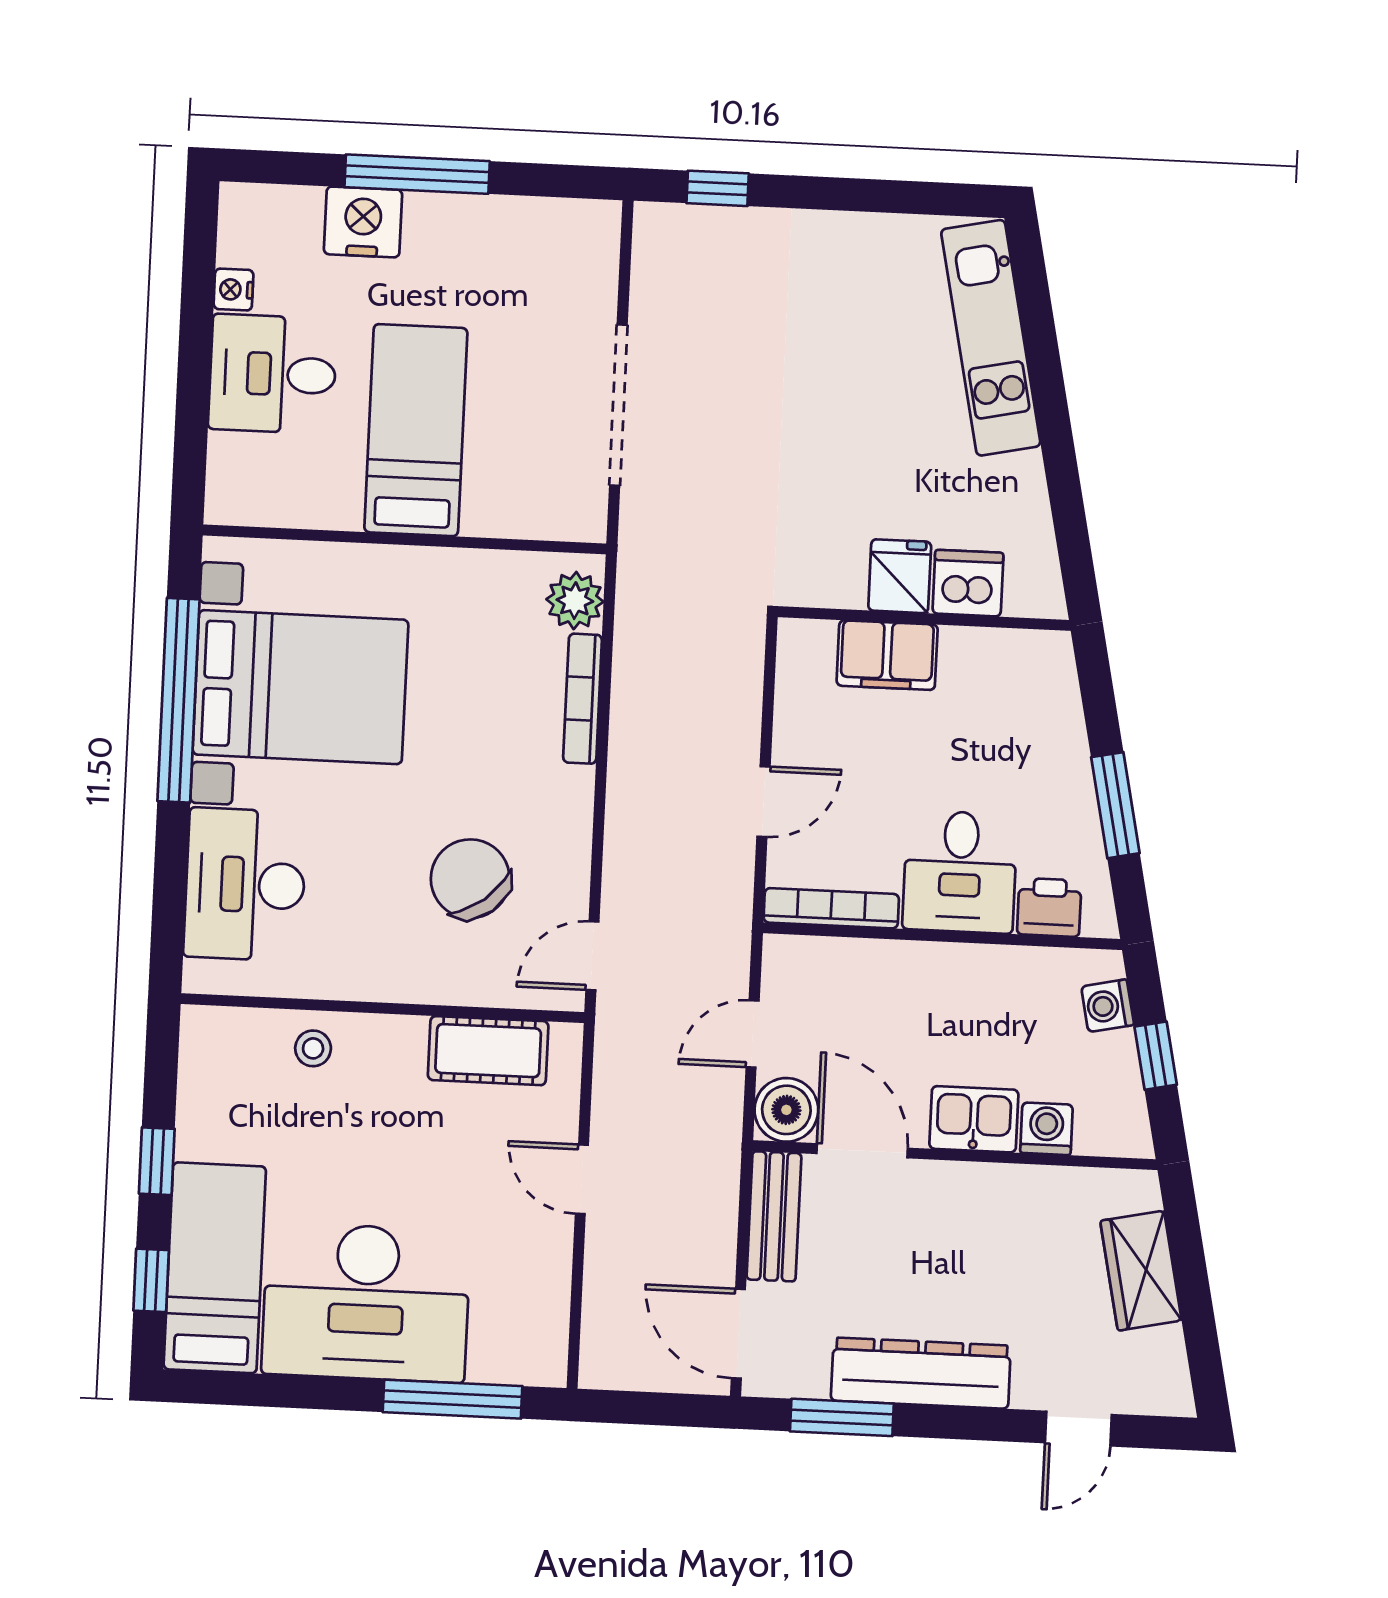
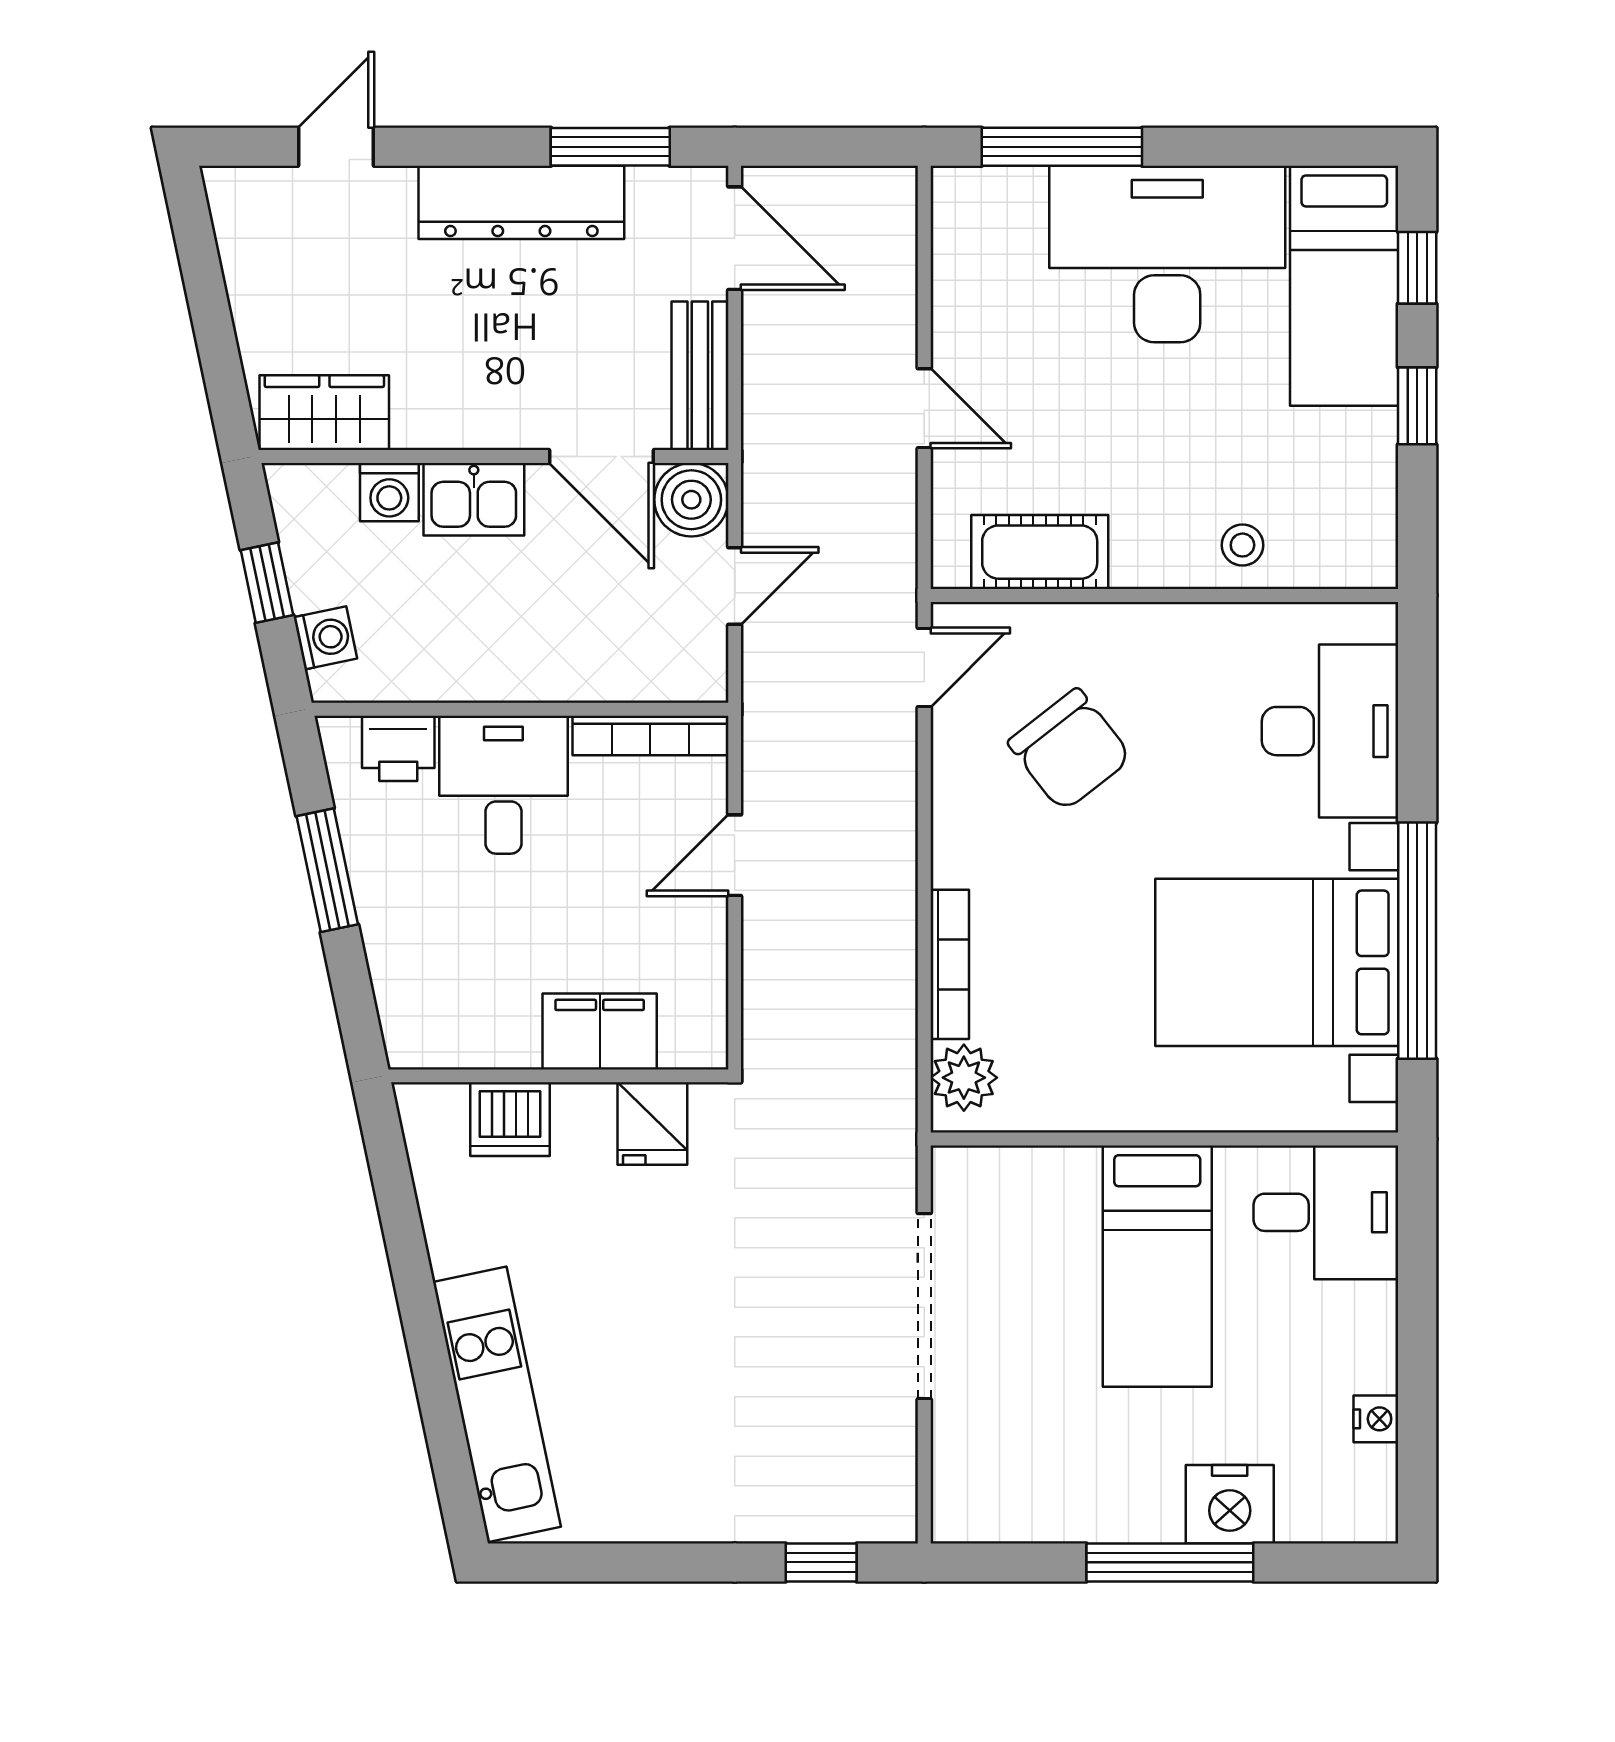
desk: (273, 374) -> (1326, 1212), moved
fridge: (900, 576) -> (652, 1124), moved
wardrobe: (1141, 1271) -> (324, 413), moved, turned -78

